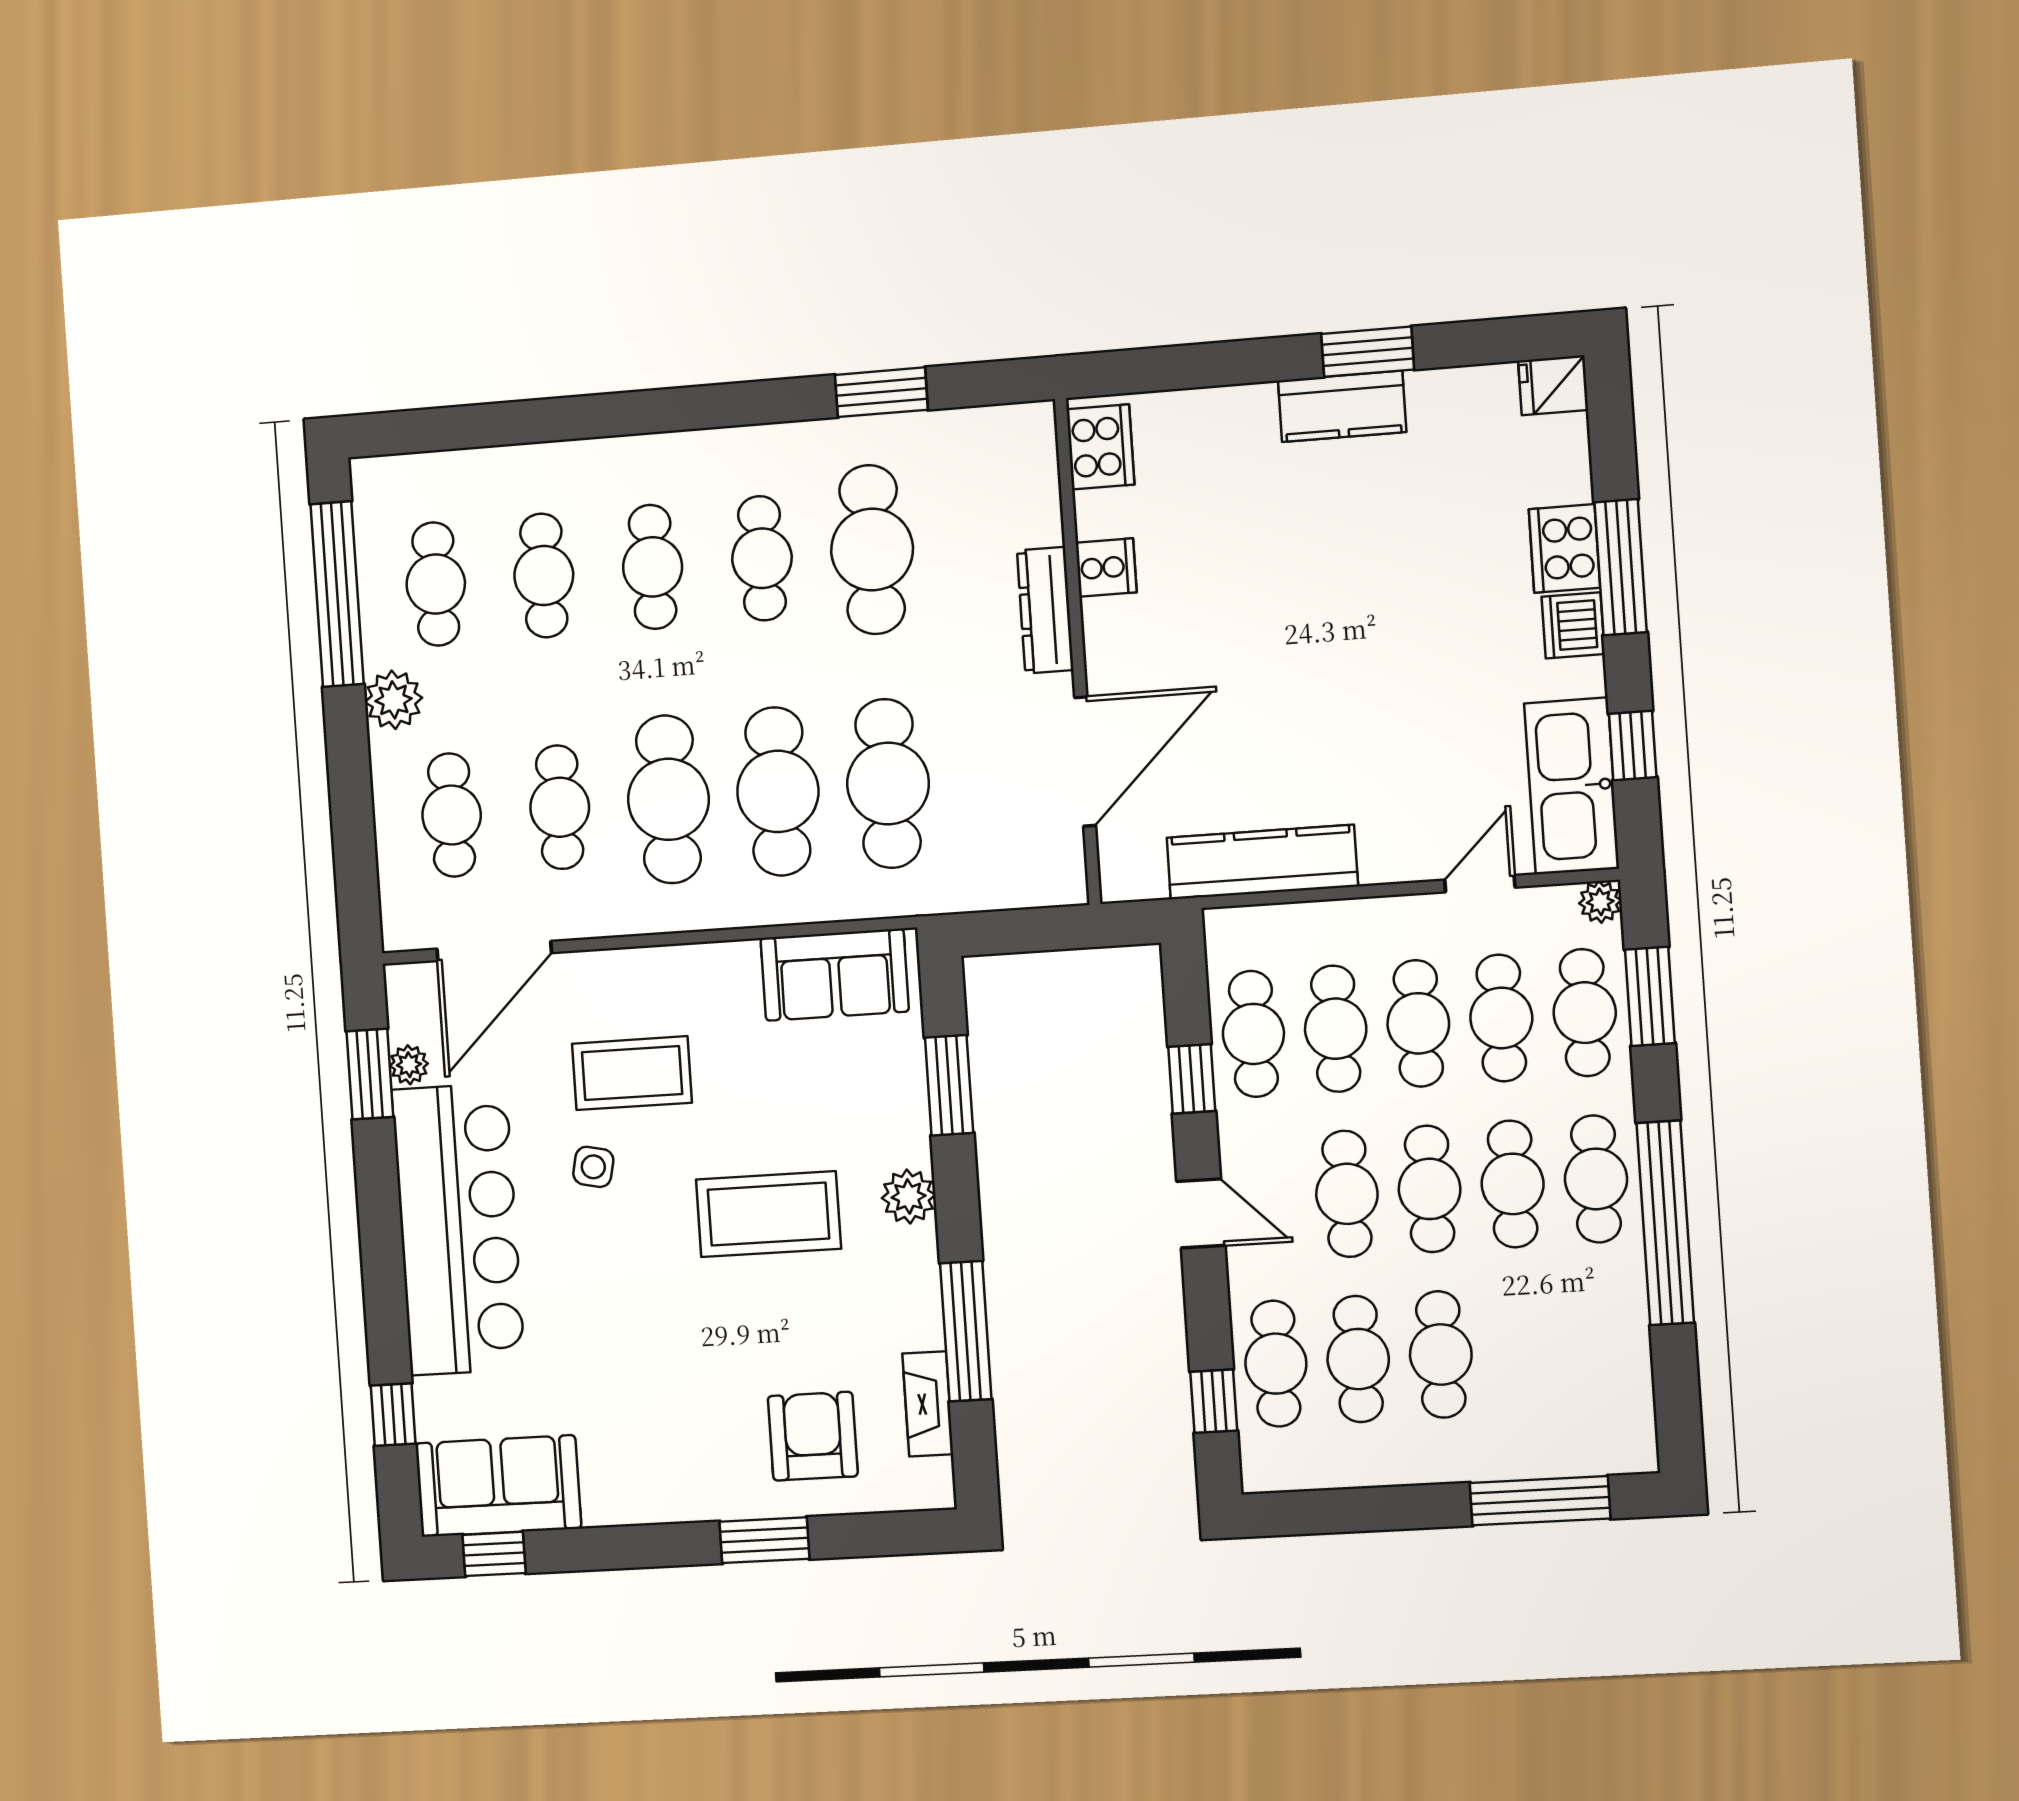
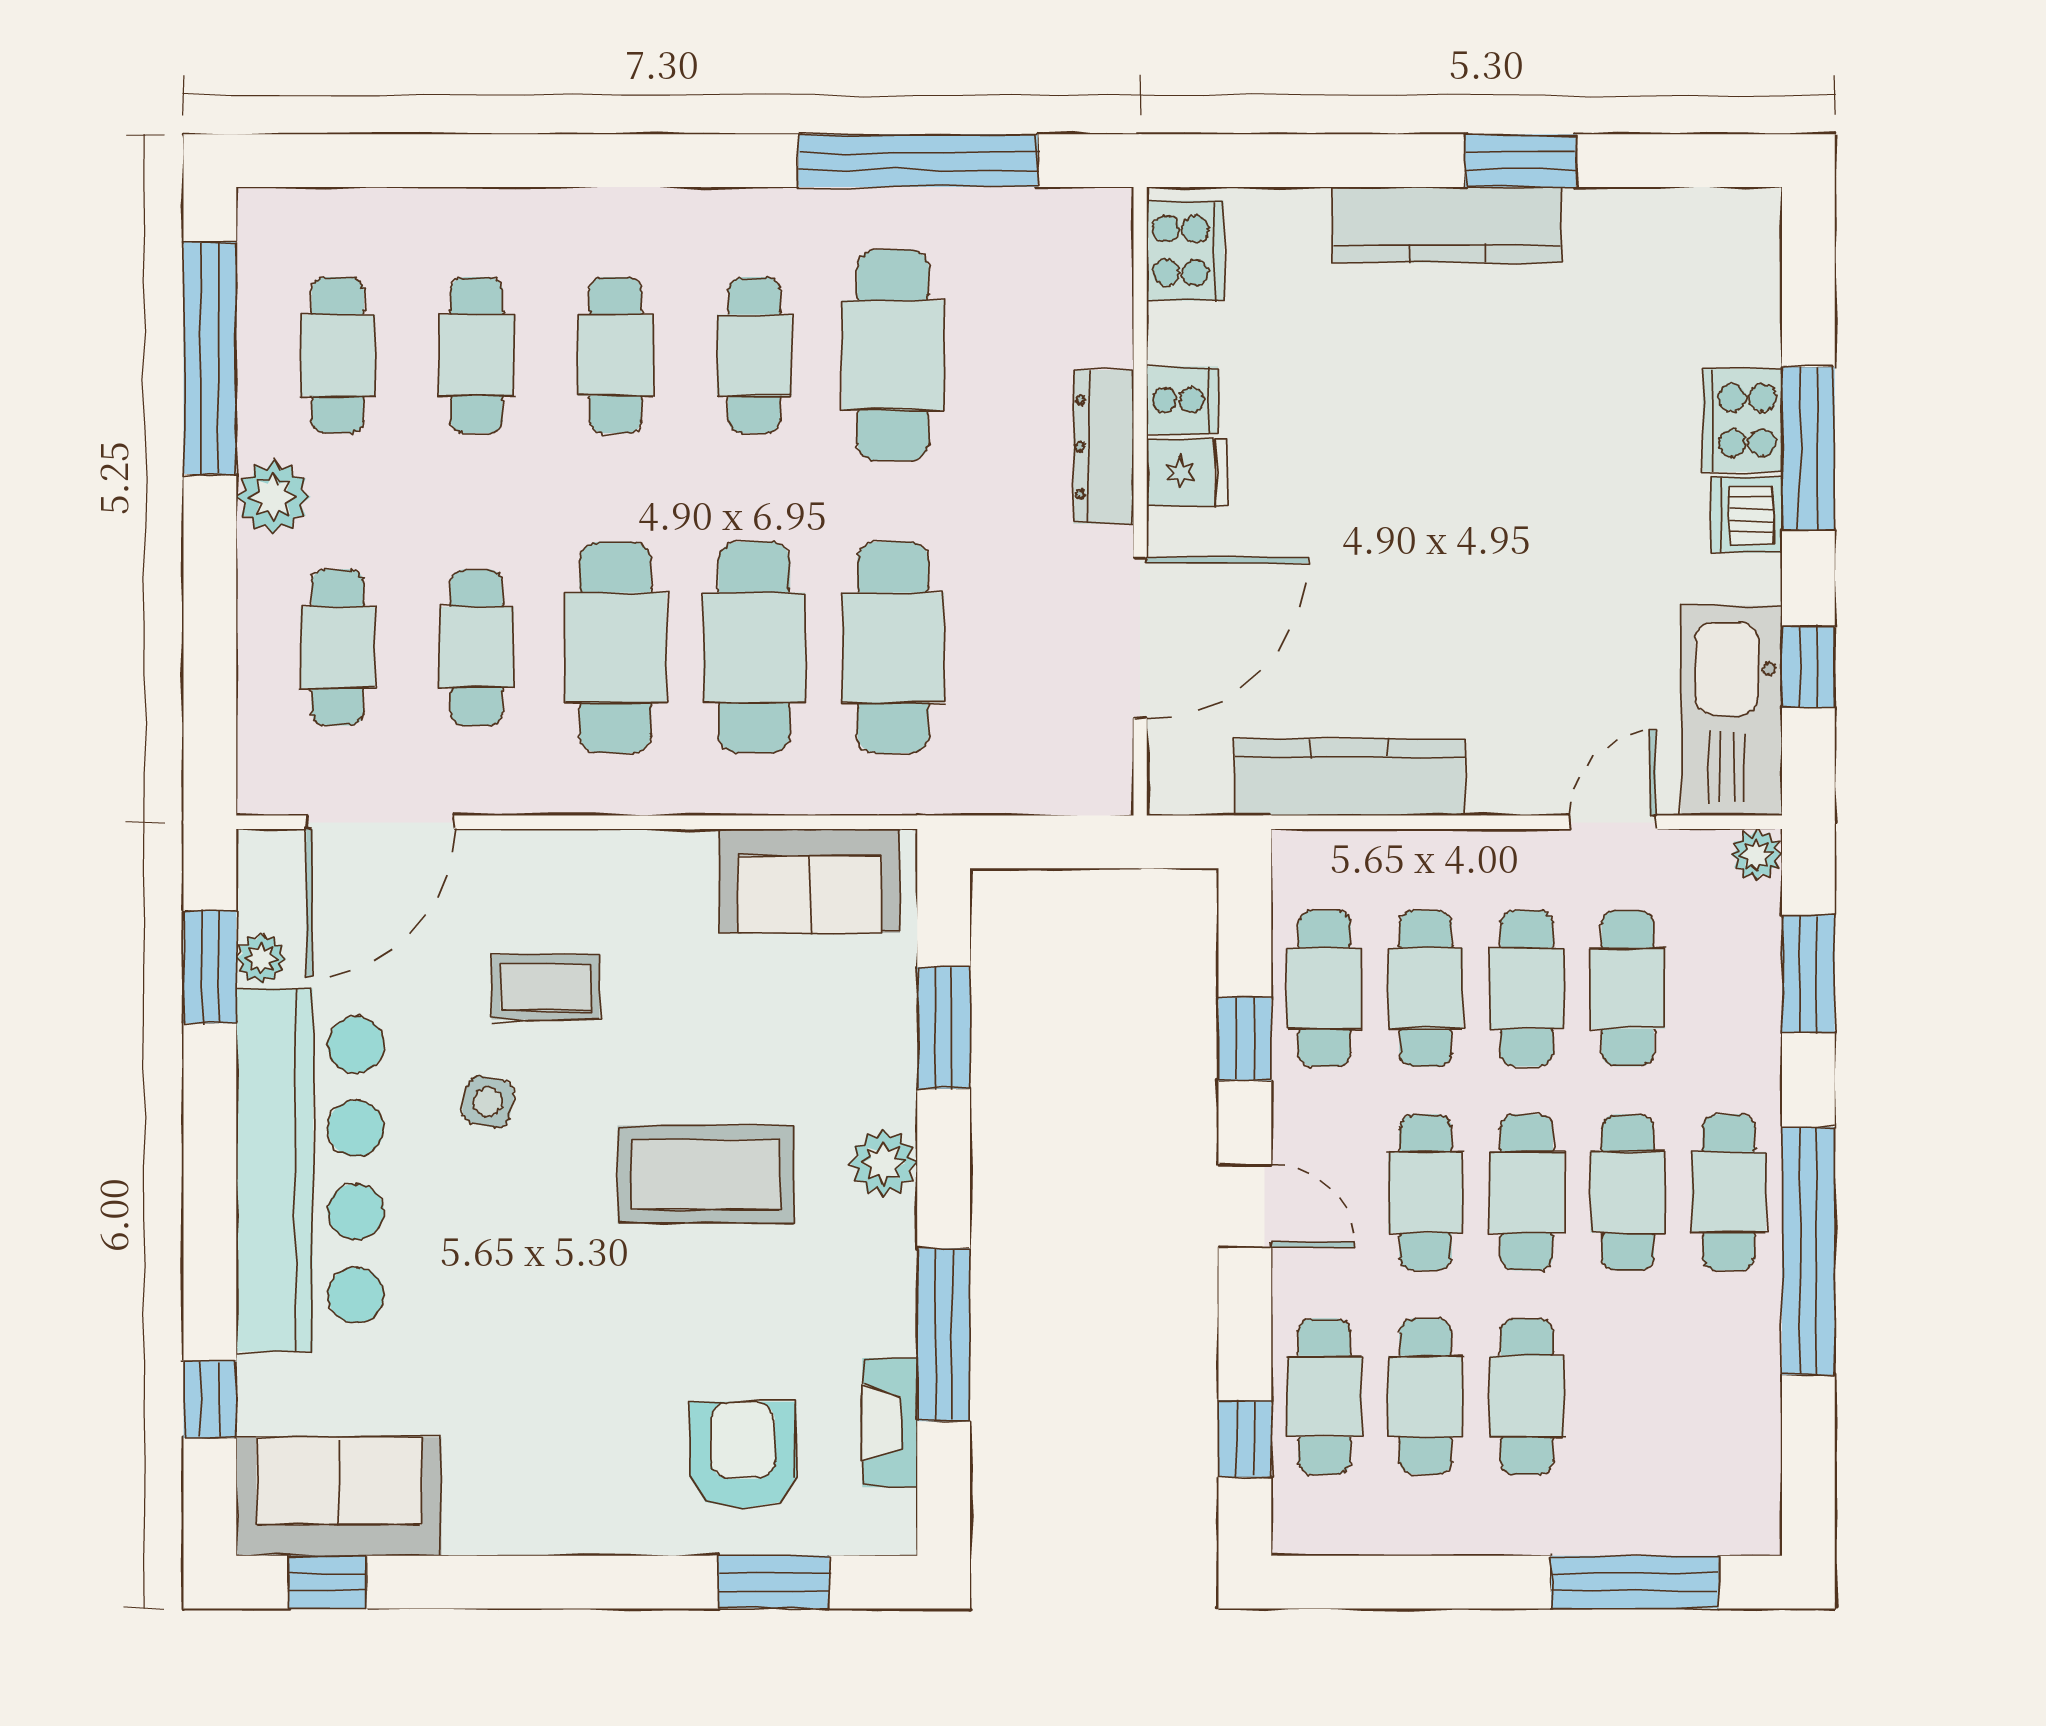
fridge: (1553, 385) -> (1187, 473), moved, turned 180
window: (881, 392) -> (918, 161), width x2.11
kitchen counter: (1342, 406) -> (1447, 225), width x1.50
cafe table: (1585, 1013) -> (1729, 988), removed
coffee table: (632, 1073) -> (545, 987), width x0.73, depth x0.77
window: (764, 1540) -> (774, 1582), moved

